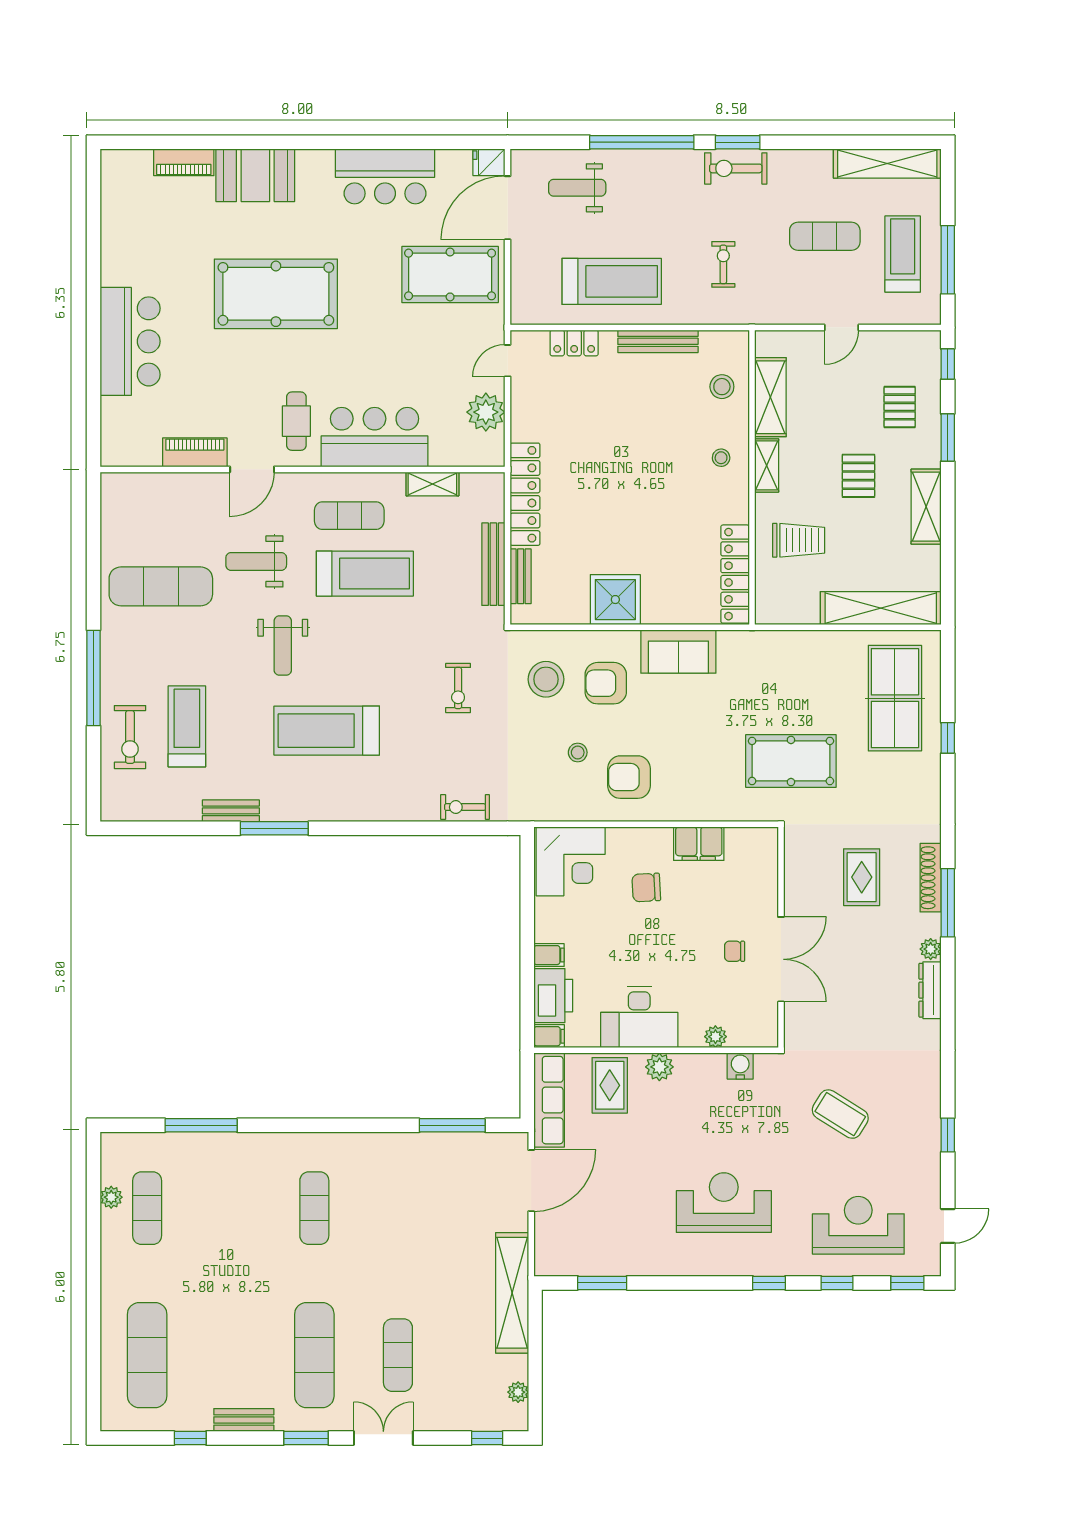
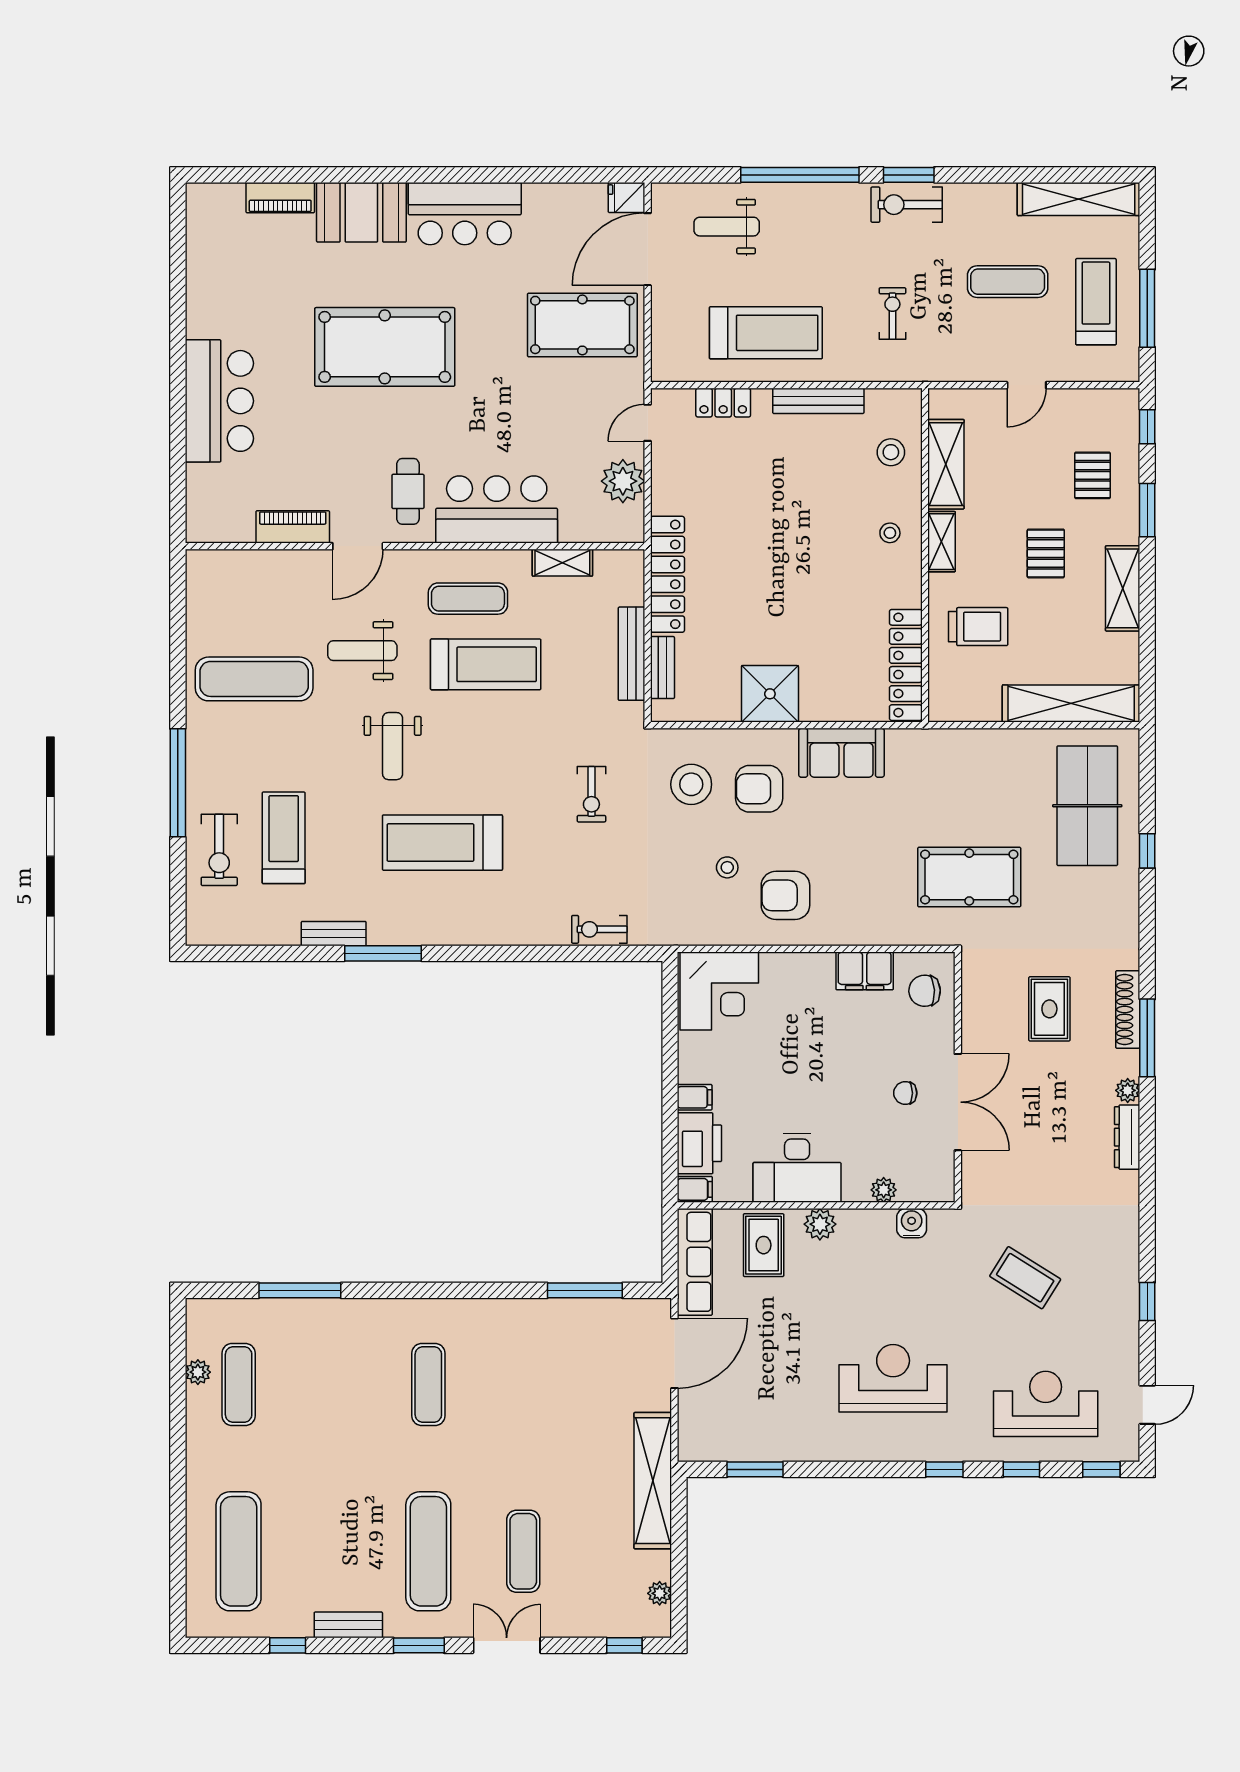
bar counter: (385, 176) -> (465, 214), moved
chair: (646, 887) -> (925, 991), moved

